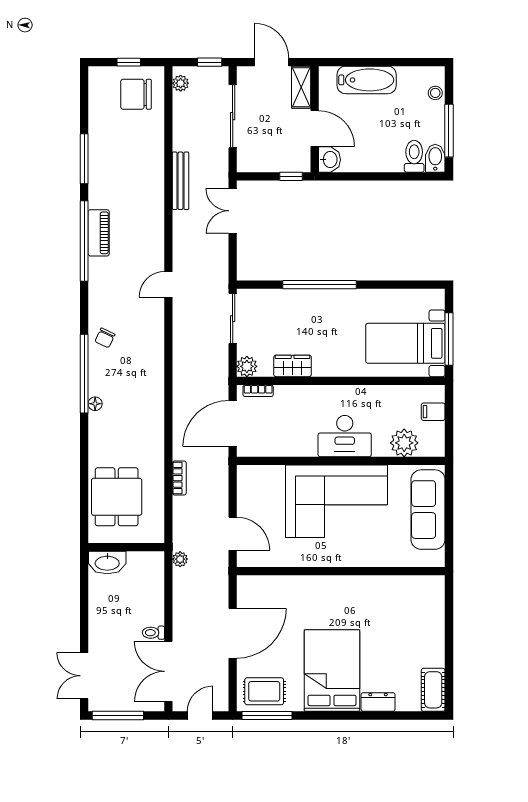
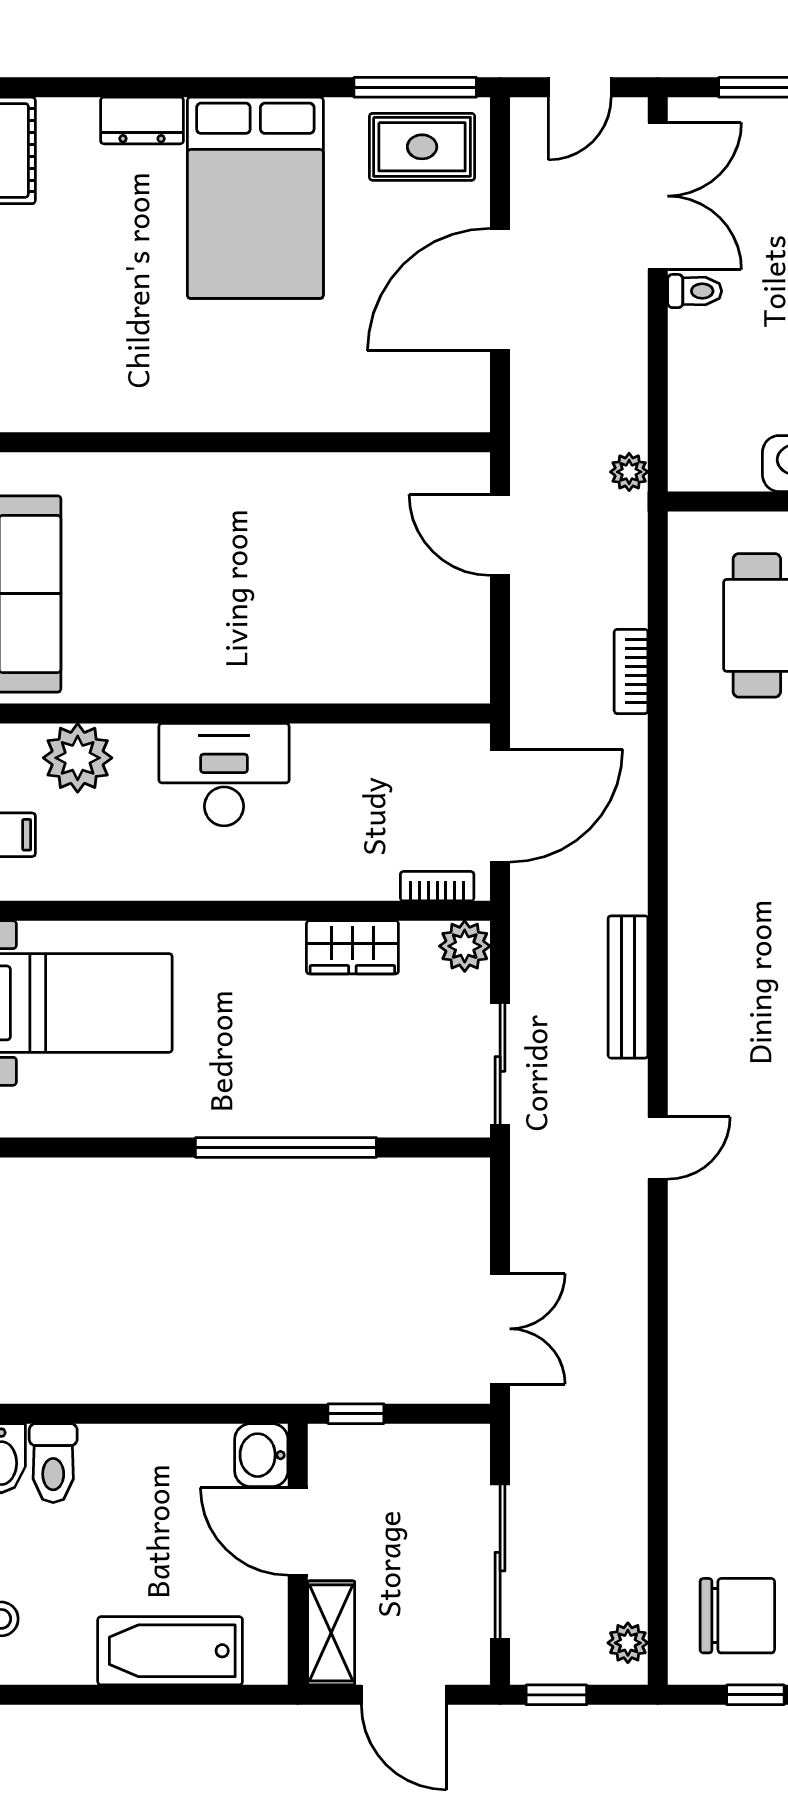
bench: (180, 181) -> (628, 987), moved
corner sofa: (336, 501) -> (244, 614), removed

